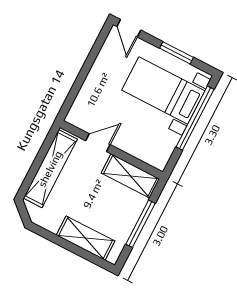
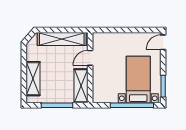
window: (176, 53) -> (163, 86), moved
door: (98, 143) -> (90, 58), swing flipped

